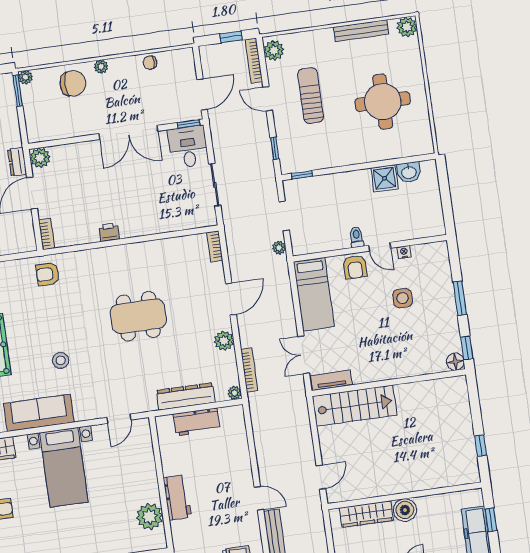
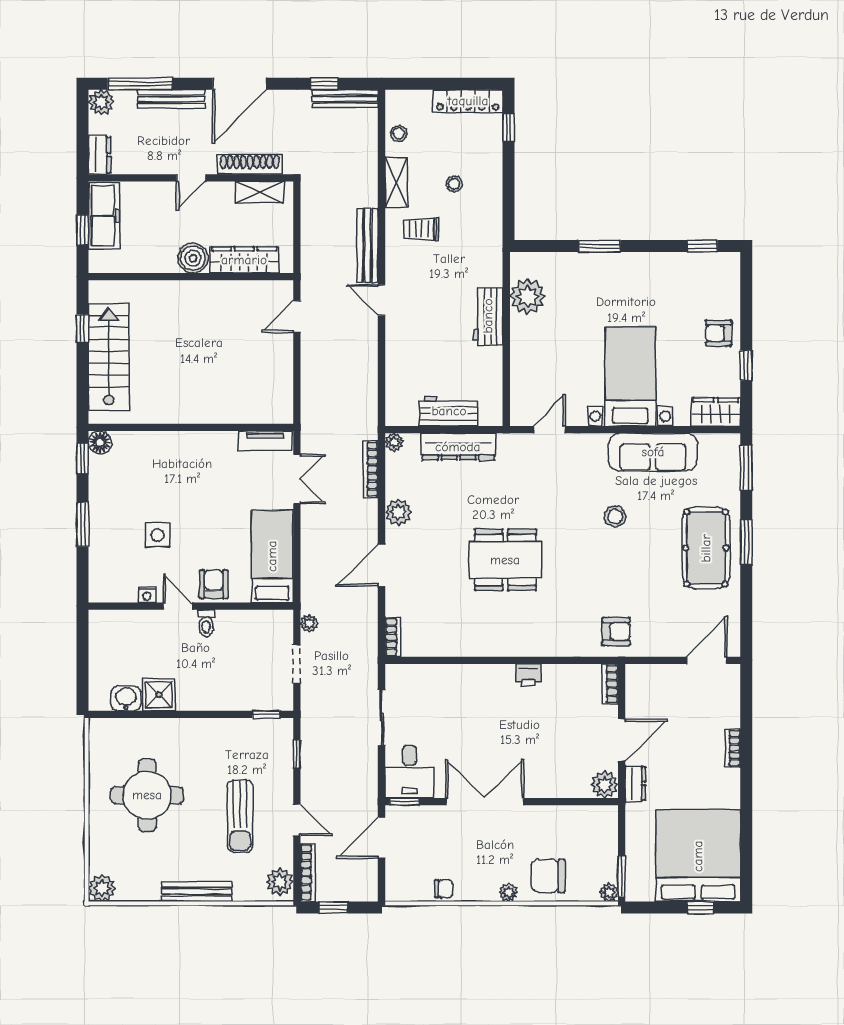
bench: (361, 31) -> (197, 892), moved
stairs: (355, 406) -> (109, 357), moved, turned 90

